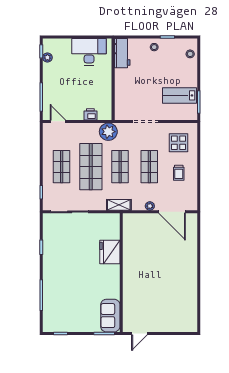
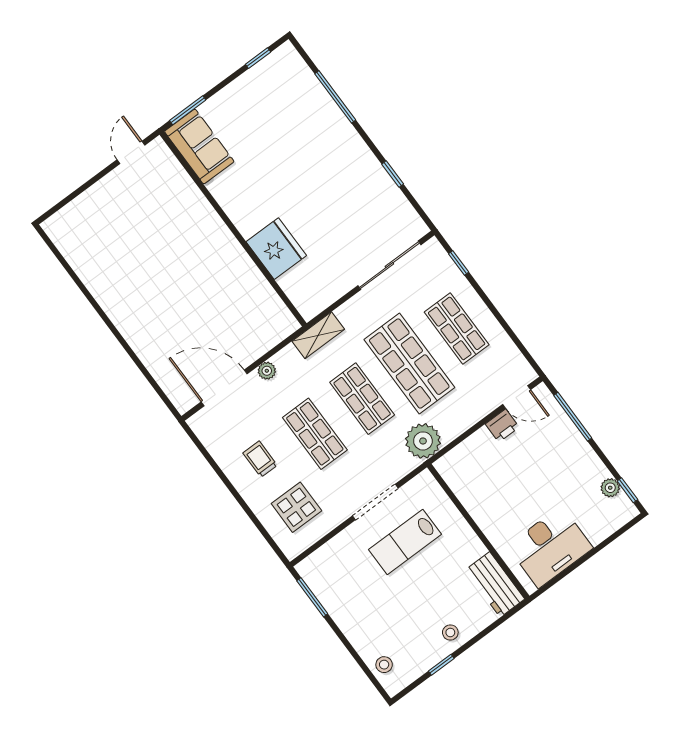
lab bench: (180, 95) -> (405, 542), moved, turned 180
printer: (90, 114) -> (502, 426), moved

